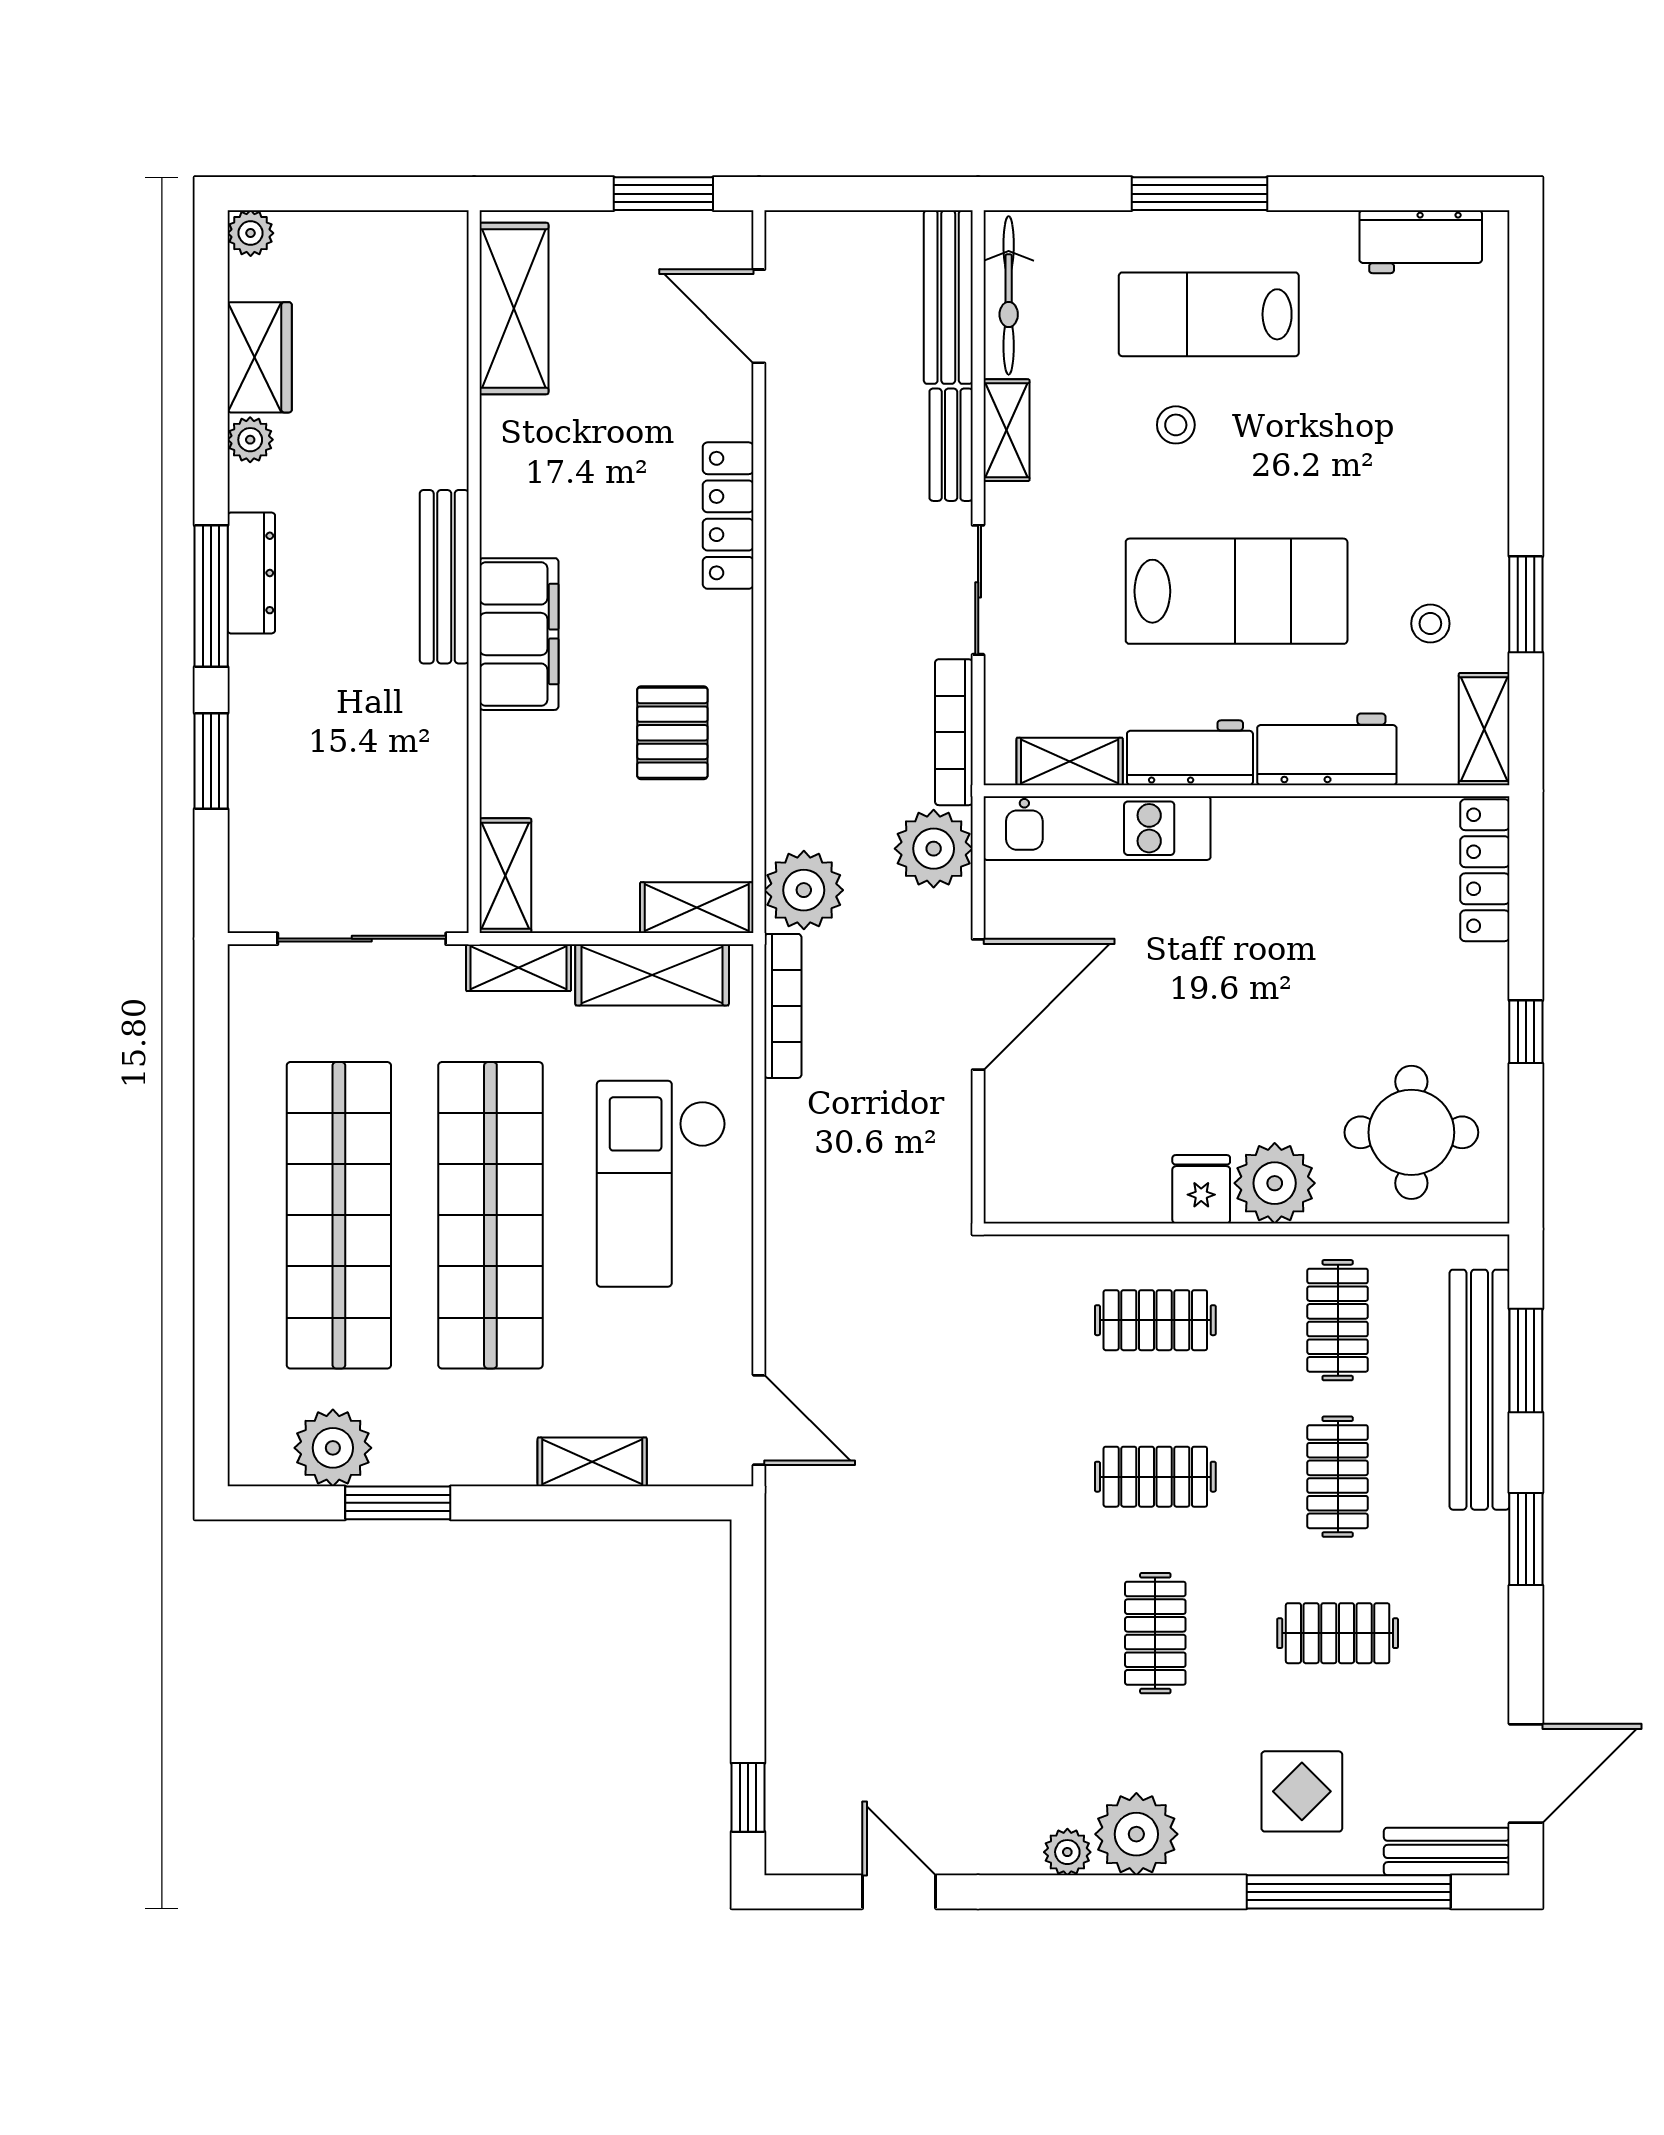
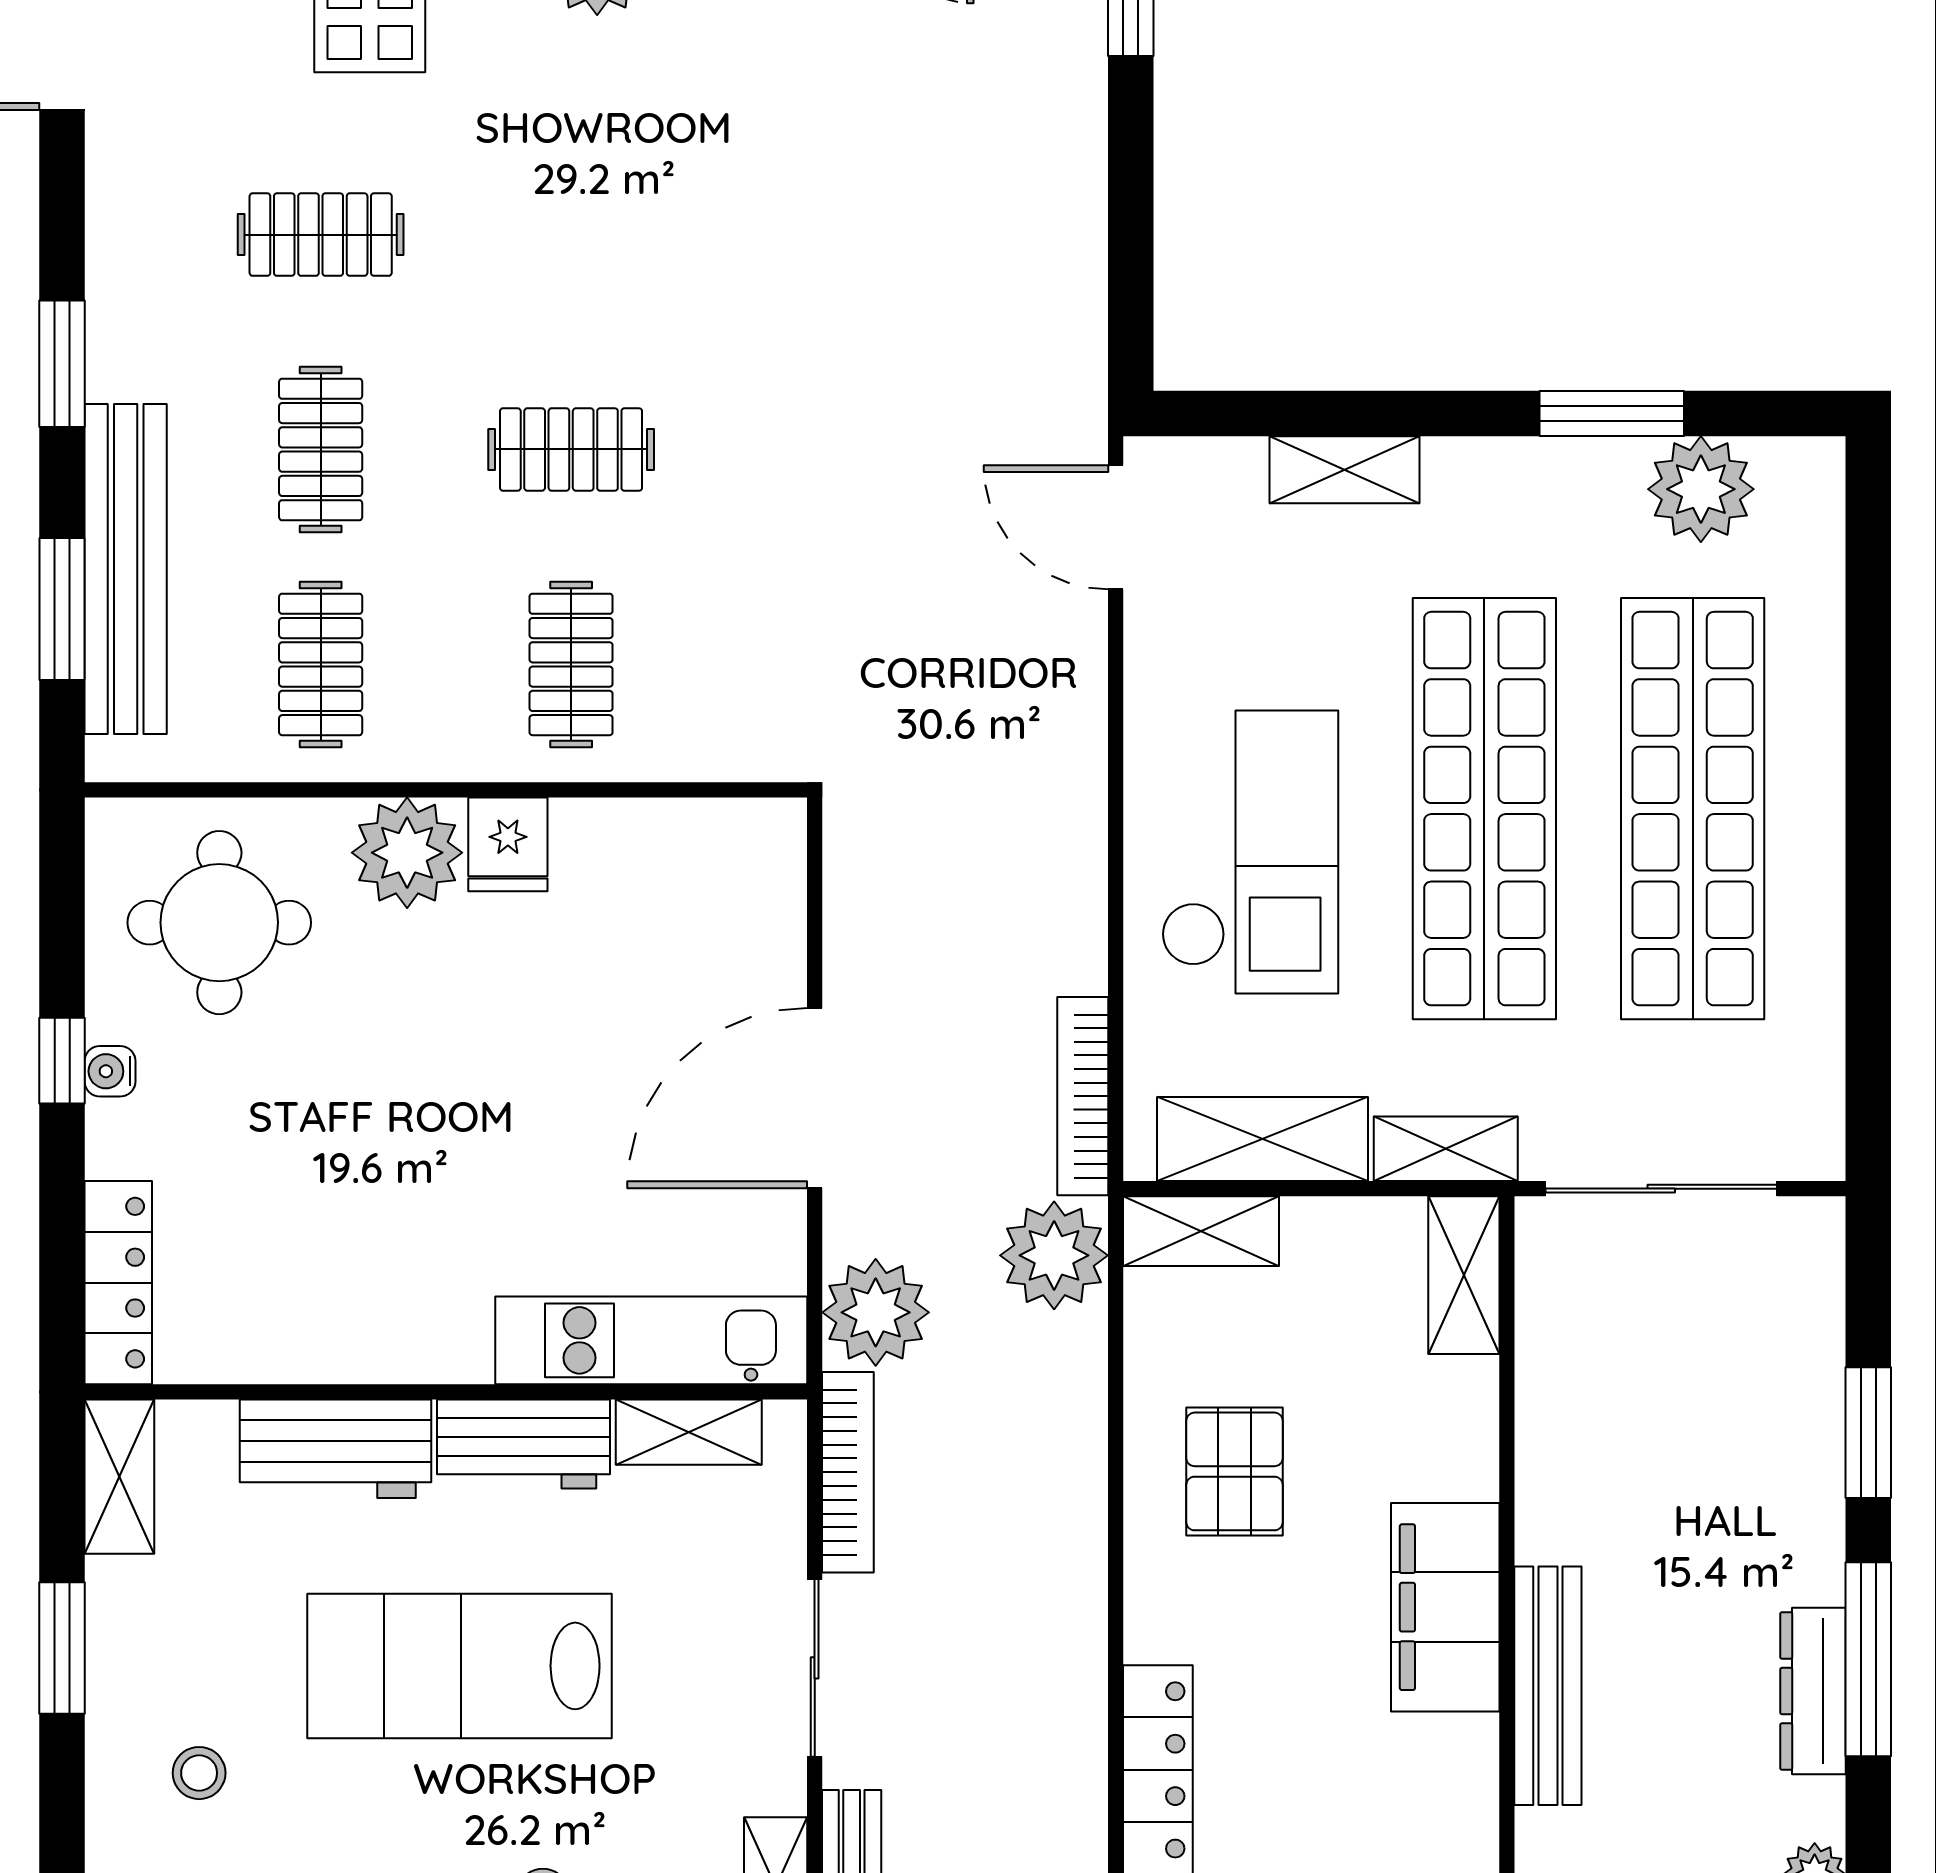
stool: (1430, 624) -> (199, 1773), moved
water cooler: (1491, 1024) -> (110, 1071), added
clothes rail: (1155, 1320) -> (571, 664), turned 90
clothes rail: (1155, 1633) -> (571, 235), removed

